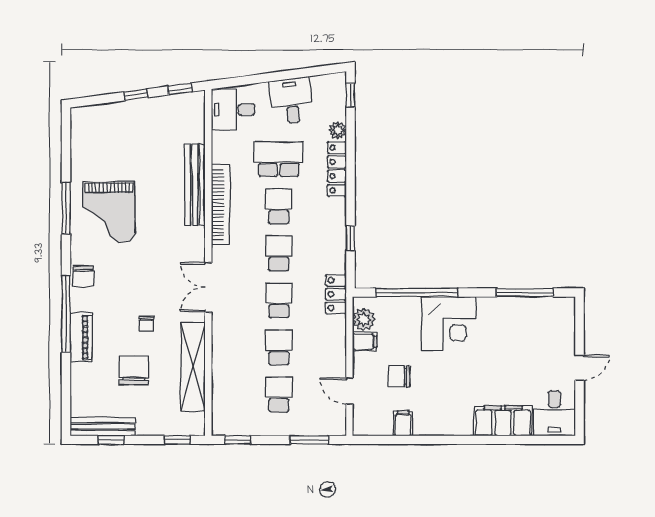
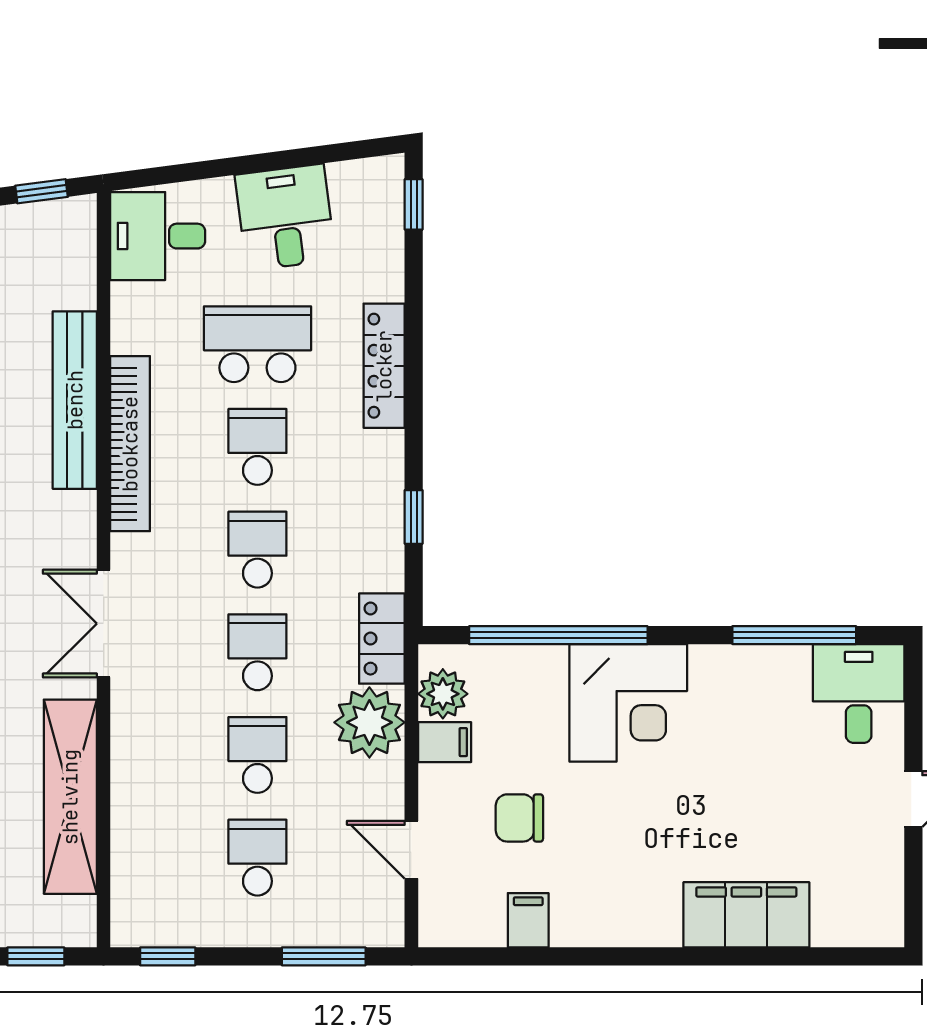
plant: (338, 130) -> (369, 722), moved, width x1.87, depth x1.87
desk: (554, 413) -> (859, 693), moved, turned 180

